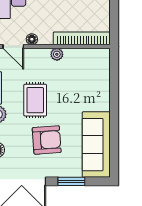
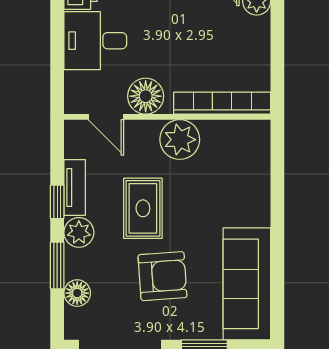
floor lamp: (32, 39) -> (146, 96), width x1.89, depth x1.89
plant: (57, 54) -> (180, 140), width x1.88, depth x1.88

